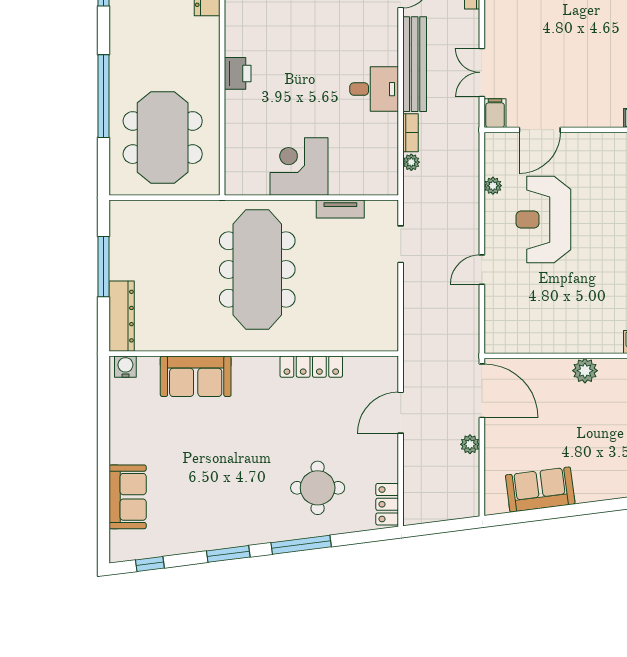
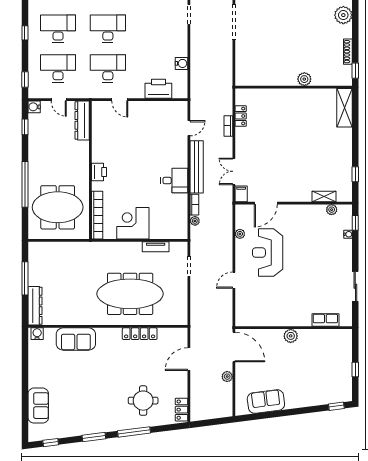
meeting table: (163, 138) -> (58, 207), turned 90
bookcase: (234, 152) -> (97, 215), added
meeting table: (257, 270) -> (130, 294), moved, turned 90

